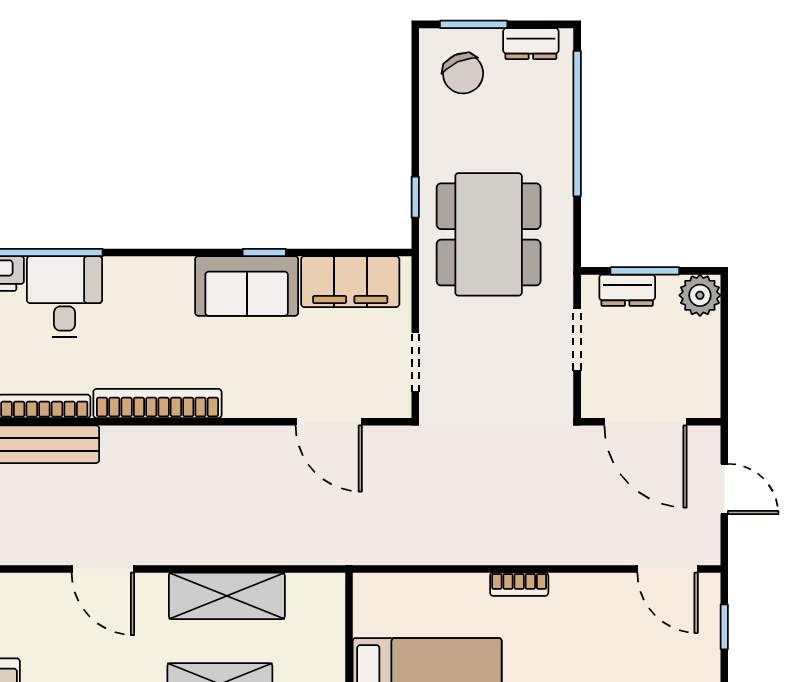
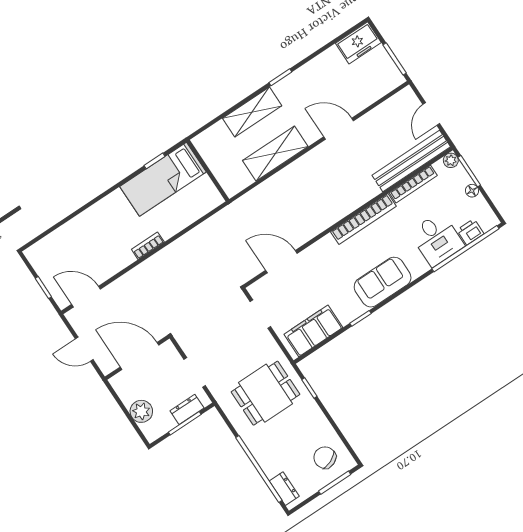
dresser: (531, 44) -> (284, 489), moved, turned 90
dining table: (489, 234) -> (266, 393), width x0.73
sofa: (247, 286) -> (383, 282), moved
plant: (700, 295) -> (141, 411), moved

